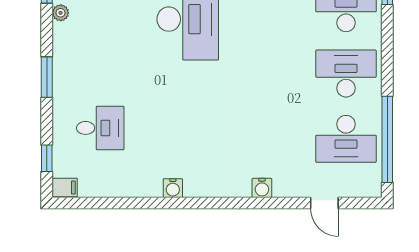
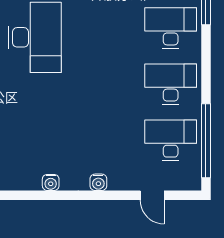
desk: (346, 139) -> (171, 140), turned 180
water cooler: (173, 188) -> (51, 182), moved

